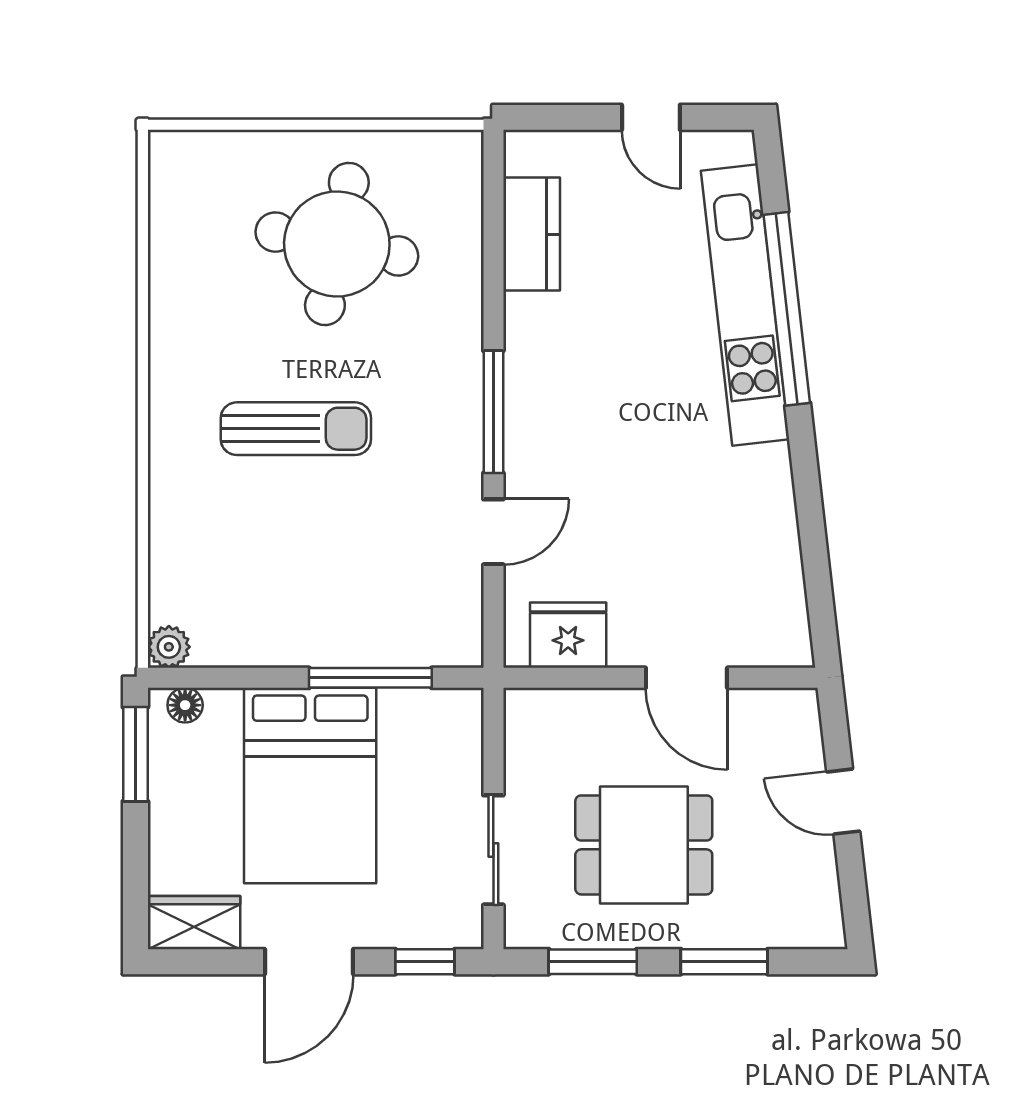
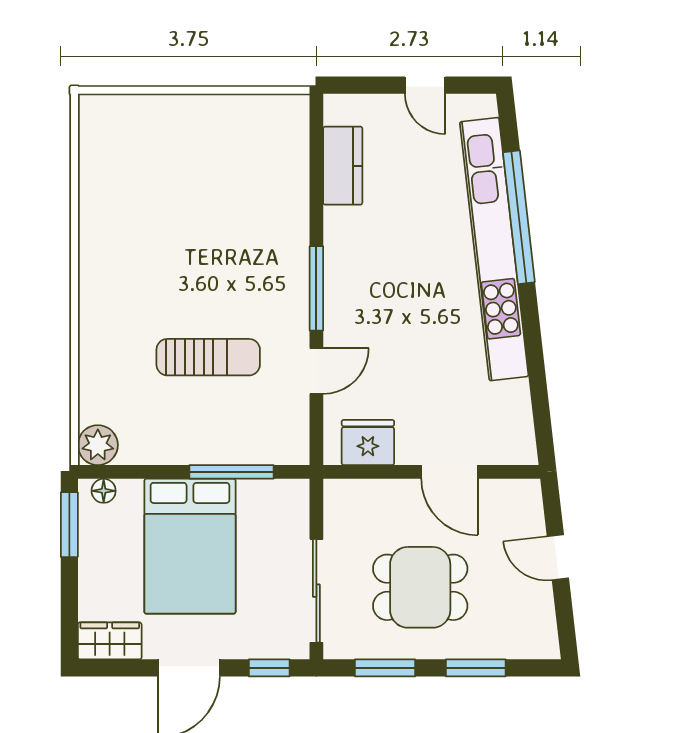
round table: (337, 244) -> (208, 172), removed
kitchen unit: (745, 305) -> (494, 249), width x1.36
sun lounger: (296, 429) -> (208, 357), moved
plant: (169, 647) -> (98, 445), width x1.38, depth x1.38
sliding door: (493, 850) -> (316, 591), width x1.37

